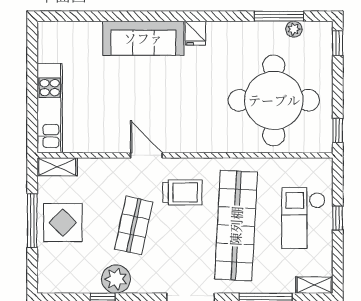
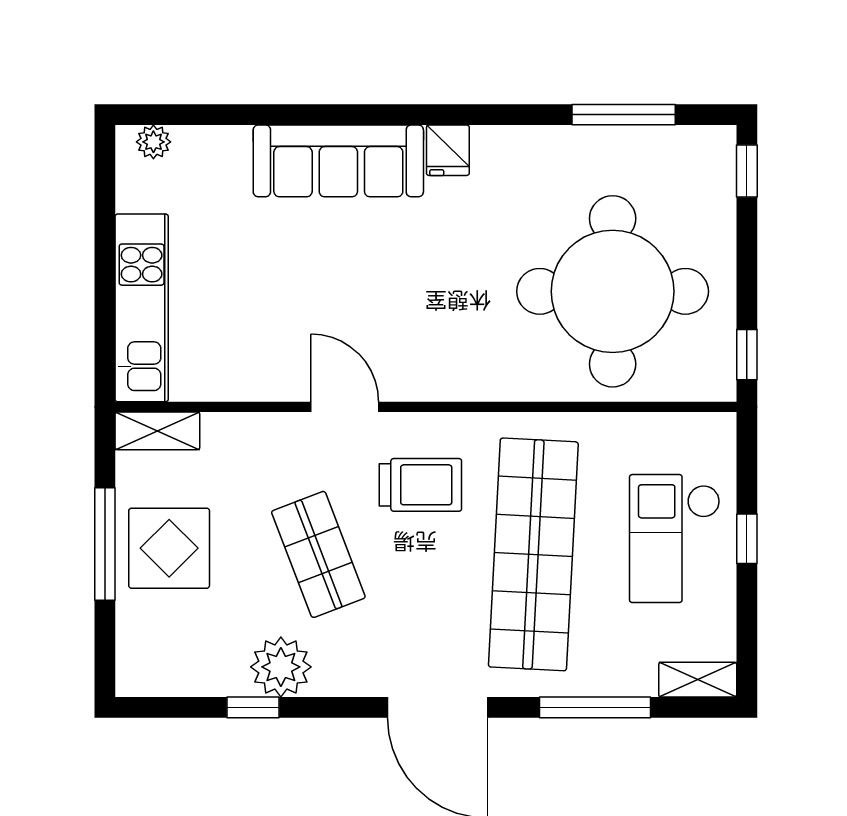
plant: (294, 29) -> (153, 142), moved
shop shelf: (134, 226) -> (318, 554), turned -33

